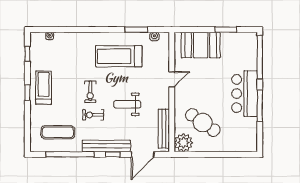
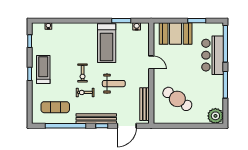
treadmill: (119, 56) -> (107, 43), turned -90
door: (172, 79) -> (151, 62), hinge flipped
bar counter: (245, 94) -> (213, 55), moved
weight bench: (127, 104) -> (114, 84), turned 180
plant: (183, 143) -> (215, 116), moved

